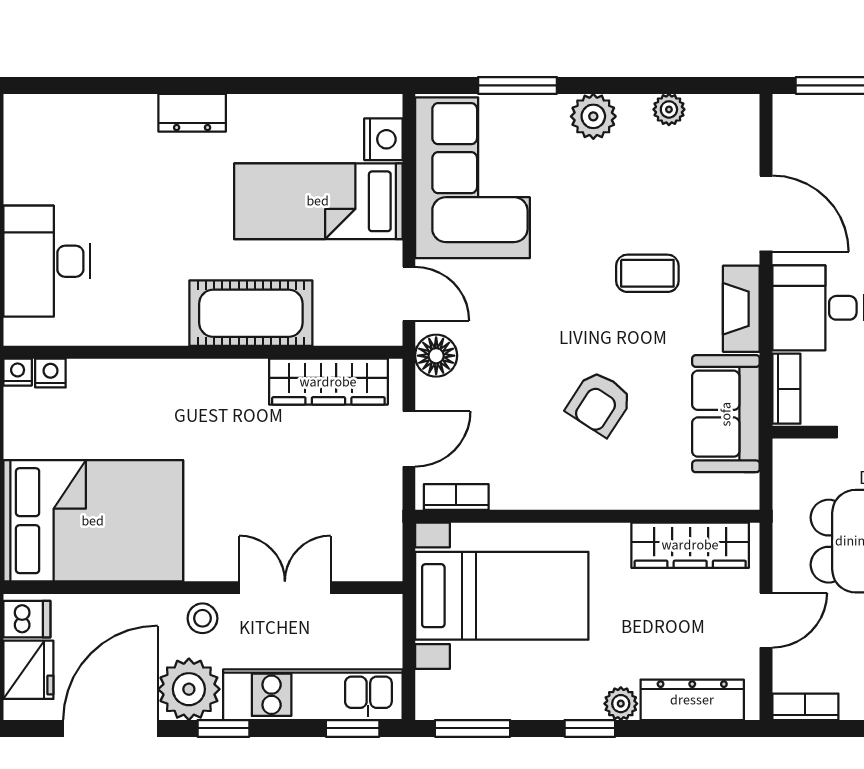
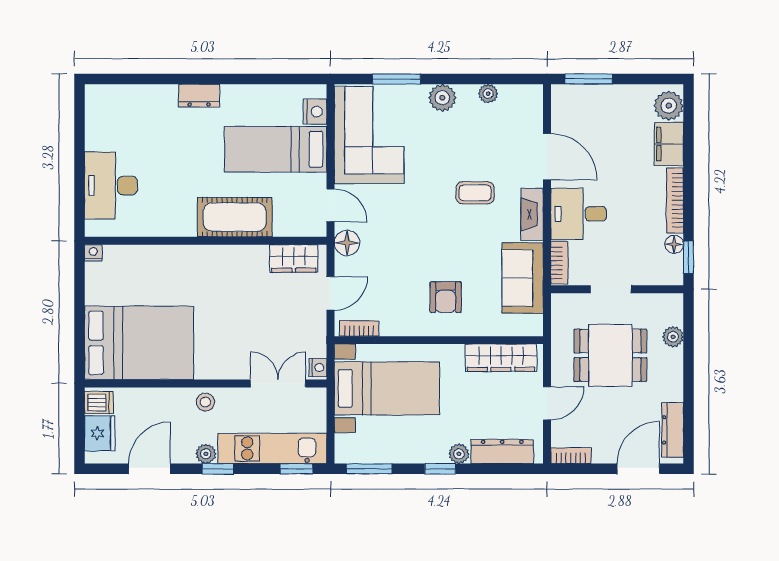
nightstand: (50, 373) -> (318, 367), moved, turned 90
wardrobe: (328, 382) -> (294, 259), width x0.67
armchair: (599, 403) -> (446, 297), moved, turned -33
double door: (285, 588) -> (278, 383), moved
plant: (189, 689) -> (206, 454), width x0.53, depth x0.53
door: (110, 728) -> (149, 469), width x0.73

